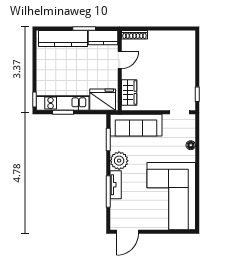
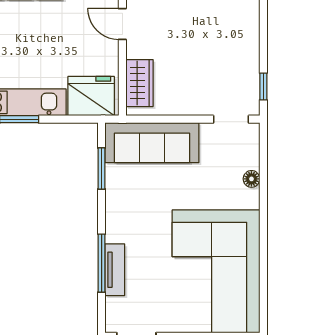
door: (120, 60) -> (122, 24), swing flipped
plant: (119, 161) -> (121, 207), removed
tv unit: (116, 185) -> (115, 270), moved

